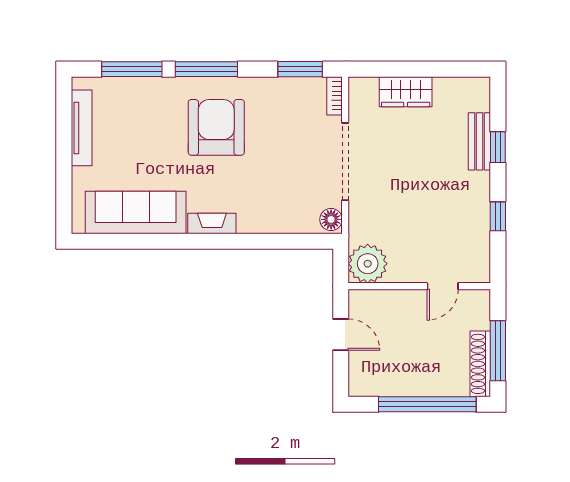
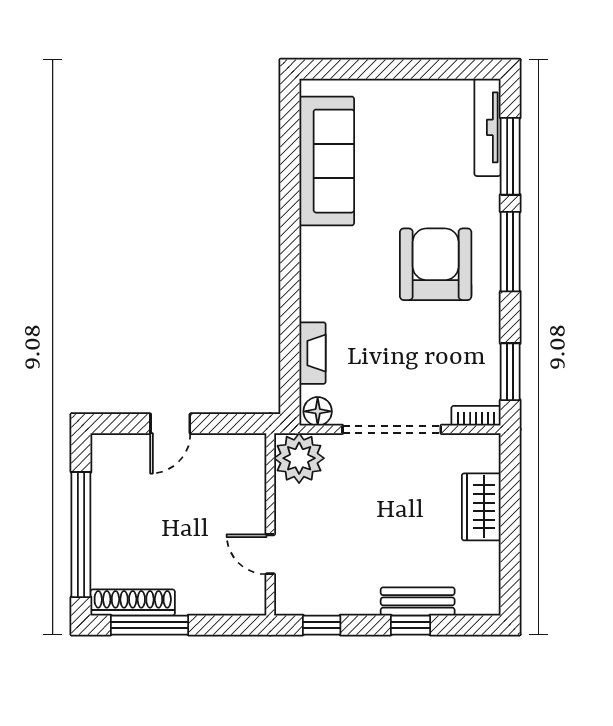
armchair: (216, 127) -> (436, 264), turned -90
tv unit: (82, 128) -> (488, 127), moved, turned 90
fireplace: (212, 223) -> (313, 353), moved
plant: (368, 264) -> (299, 458), moved
wall: (419, 286) -> (270, 524), moved
door: (443, 286) -> (270, 554), moved

